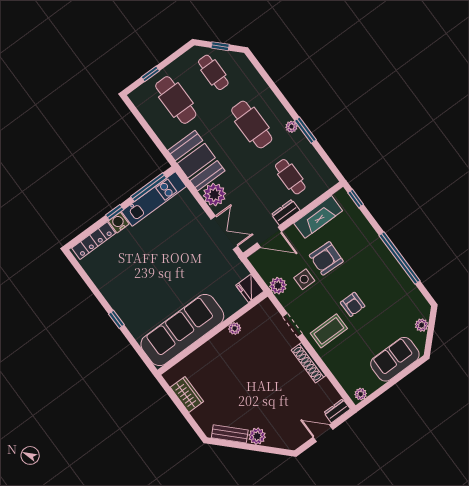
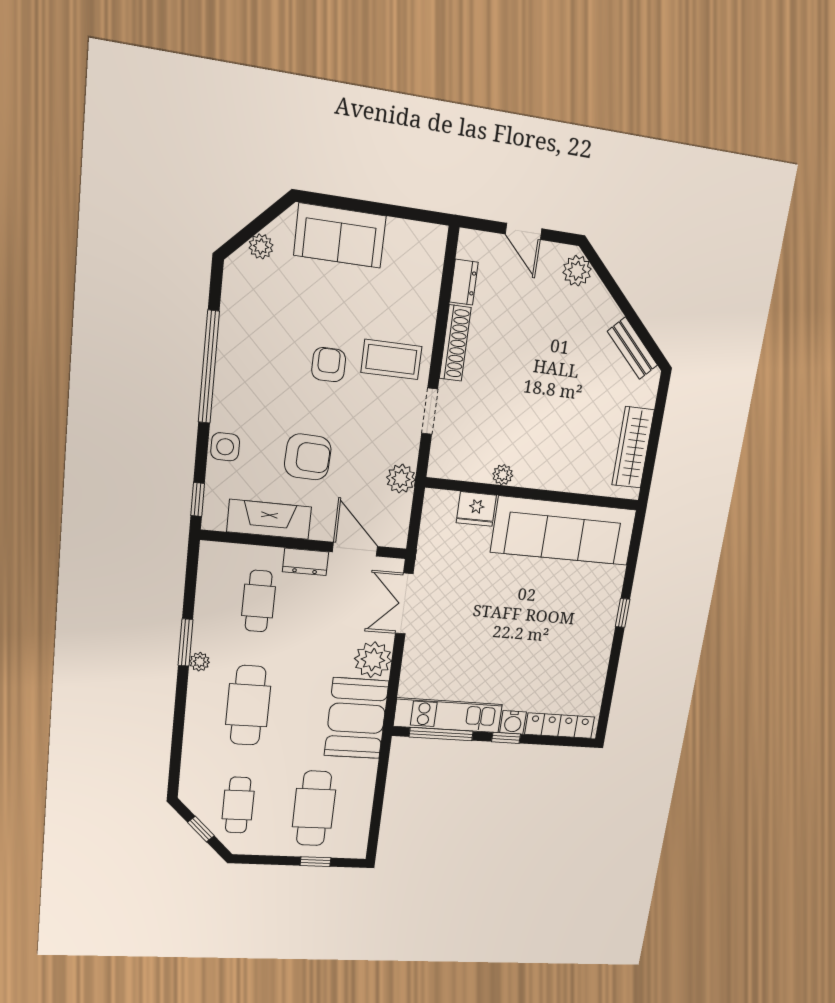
side table: (304, 279) -> (225, 447), moved
fridge: (250, 288) -> (476, 509), moved, turned 90
wardrobe: (187, 394) -> (633, 448), width x1.50
plant: (361, 394) -> (428, 234), removed
dresser: (337, 411) -> (464, 282), moved, turned -90
plant: (257, 436) -> (577, 271), moved

